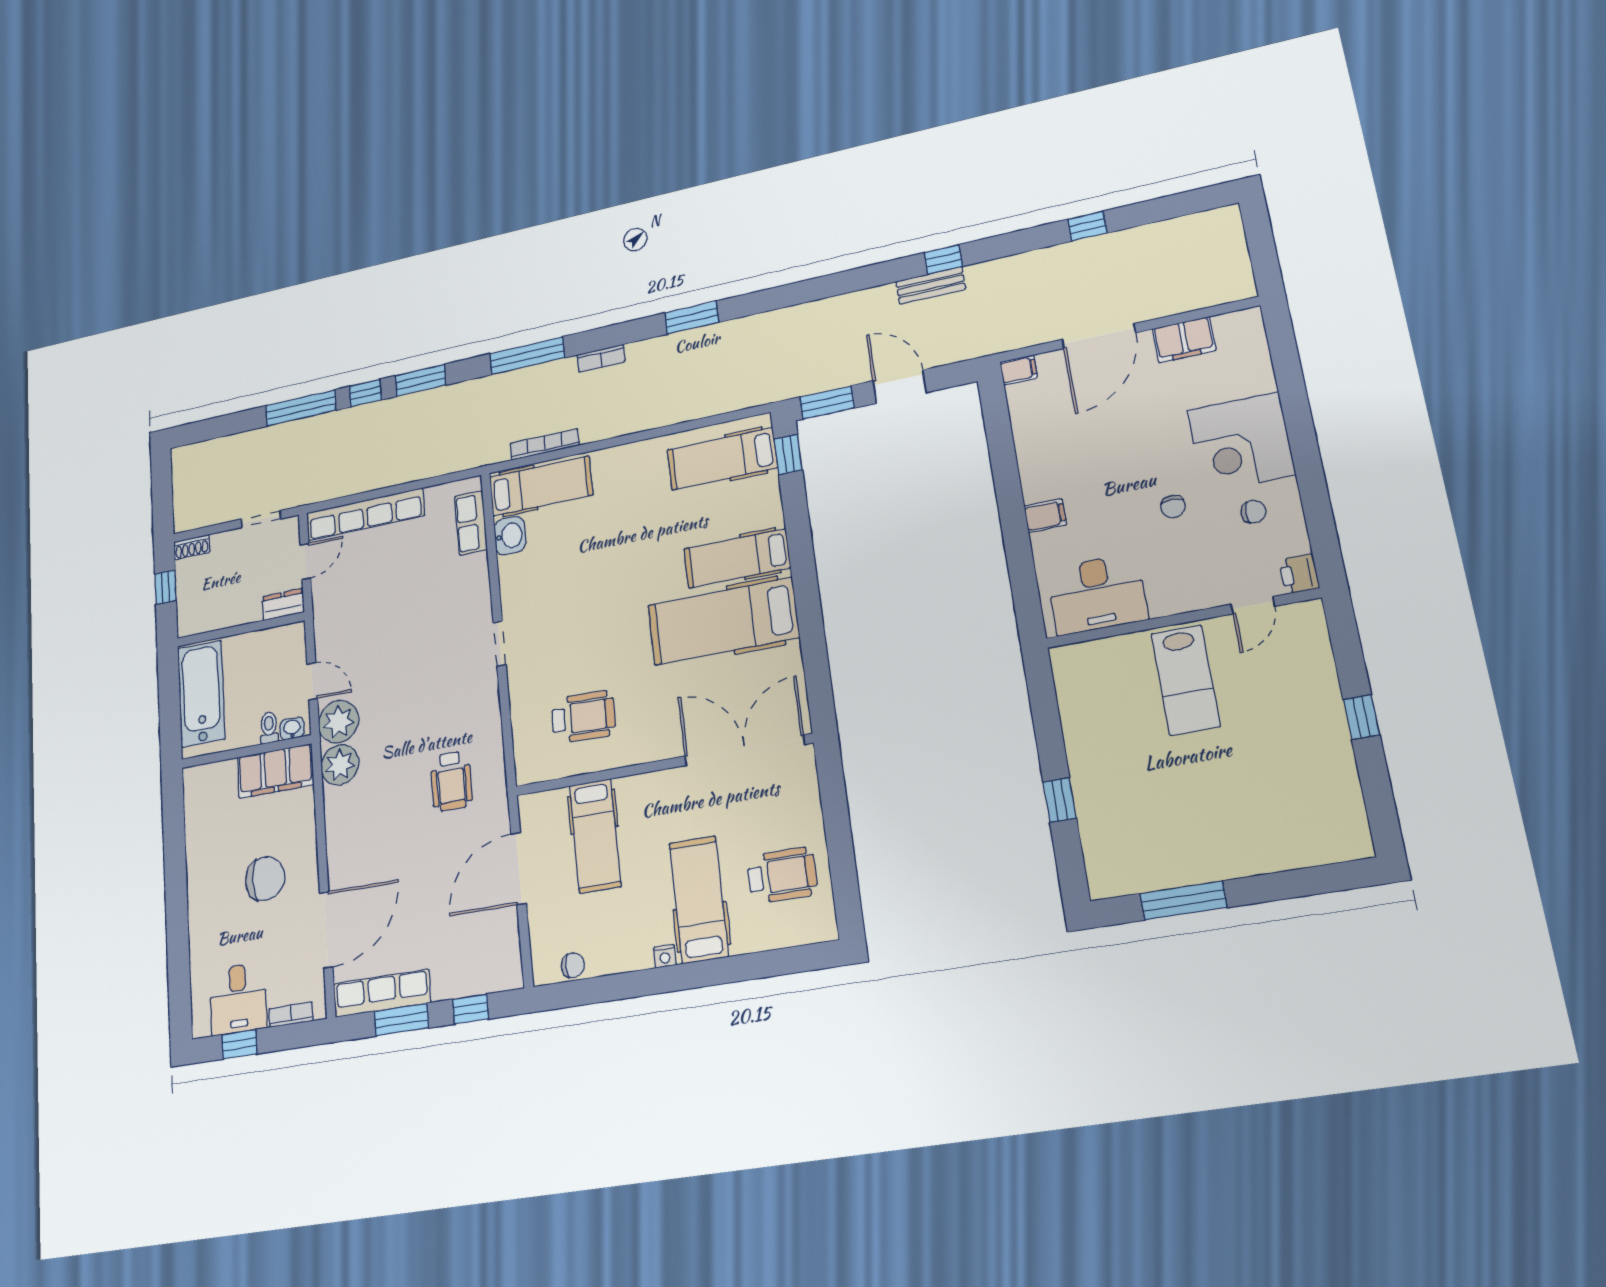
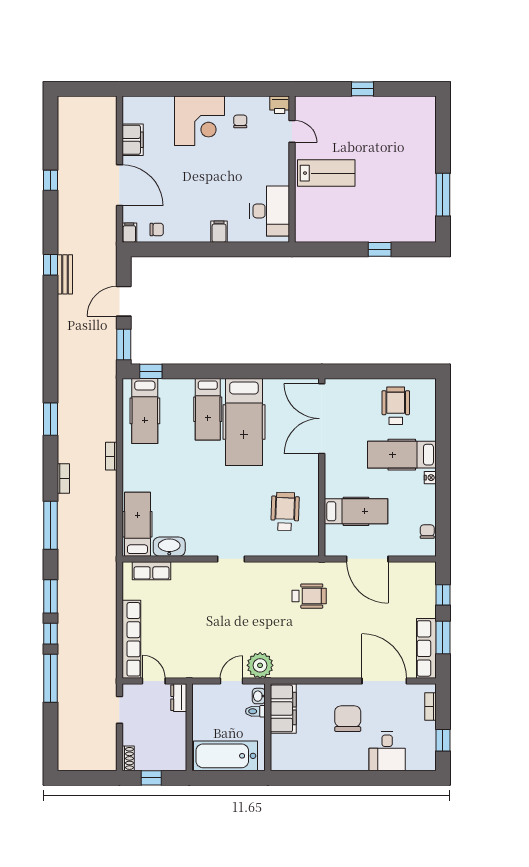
bookcase: (545, 444) -> (111, 456), moved, width x0.64
chair: (1173, 507) -> (157, 230), moved
washbasin: (510, 536) -> (169, 547), width x1.38
plant: (340, 765) -> (287, 666), removed
desk: (238, 999) -> (387, 751), moved, turned 90

